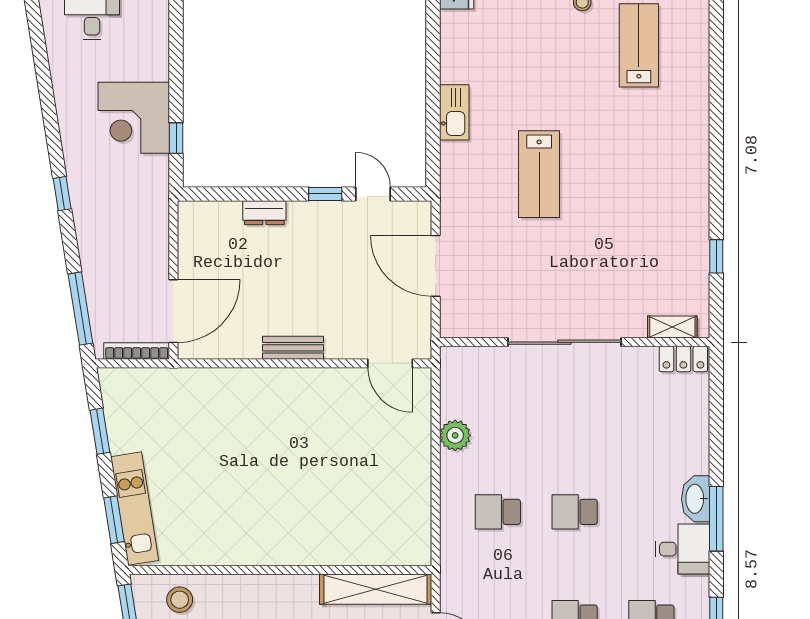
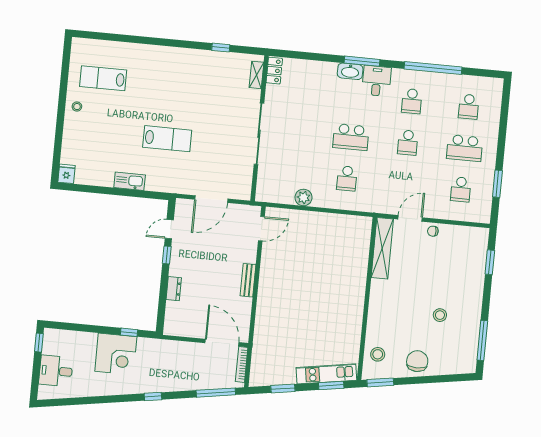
school desk: (575, 512) -> (351, 137), width x1.85

